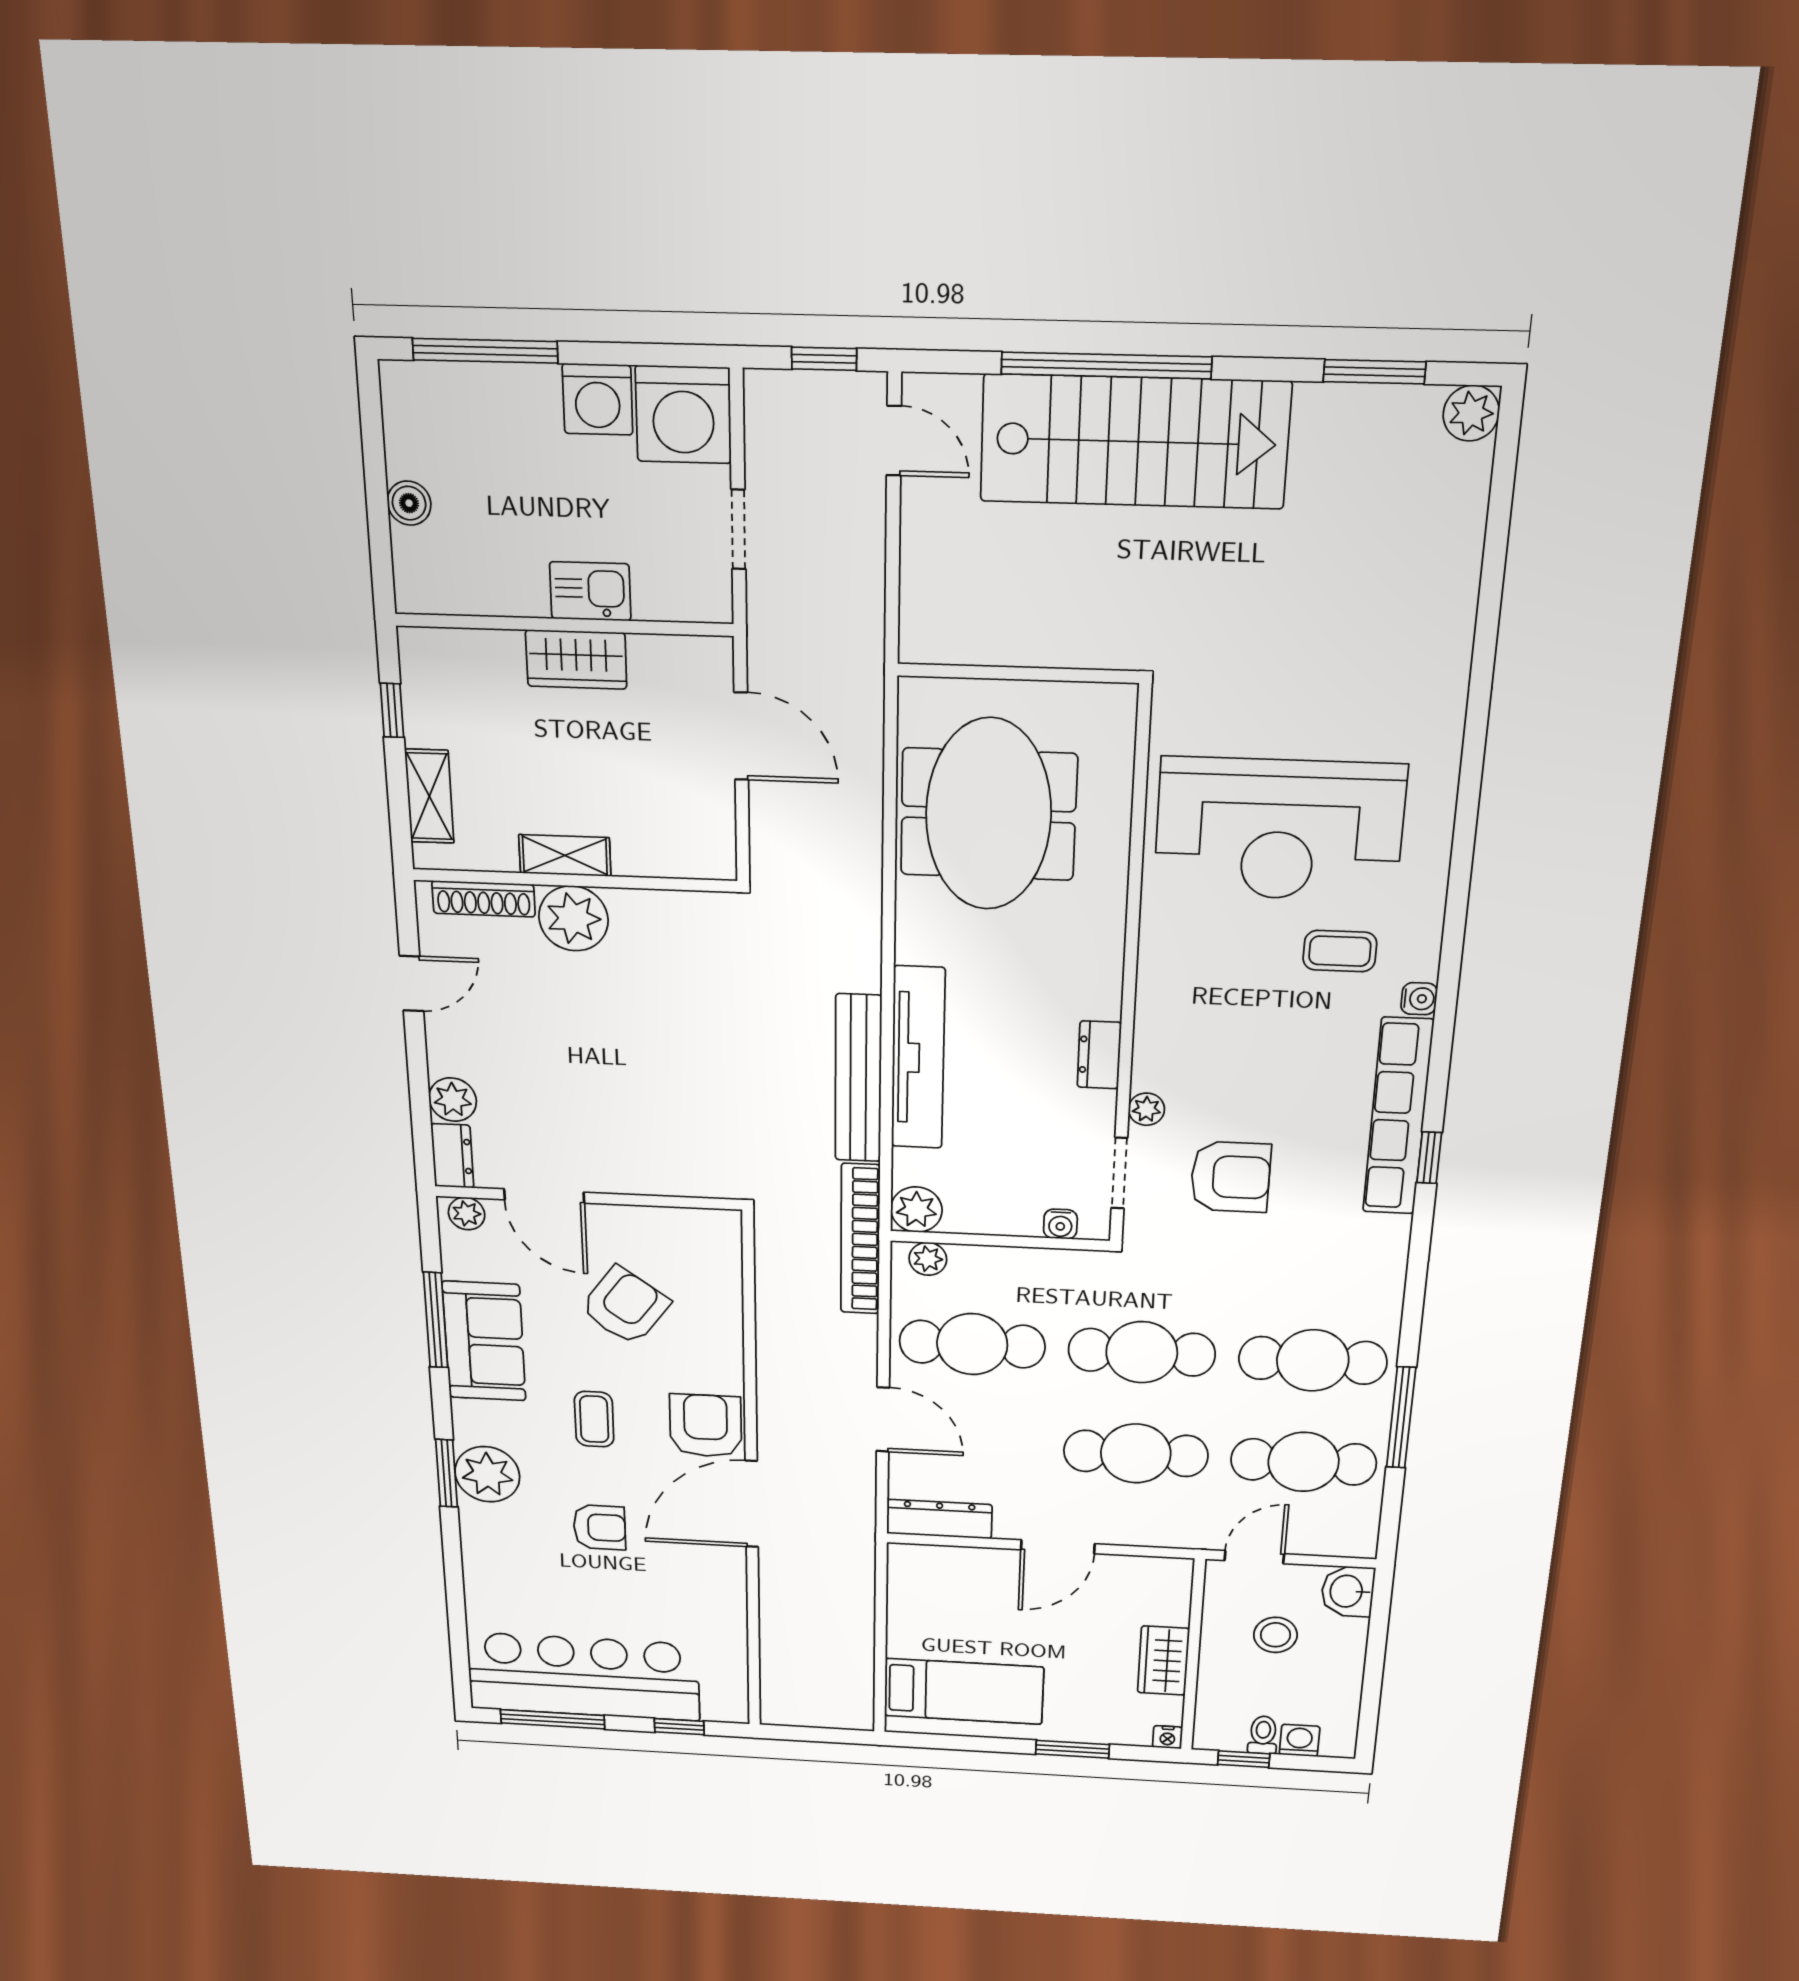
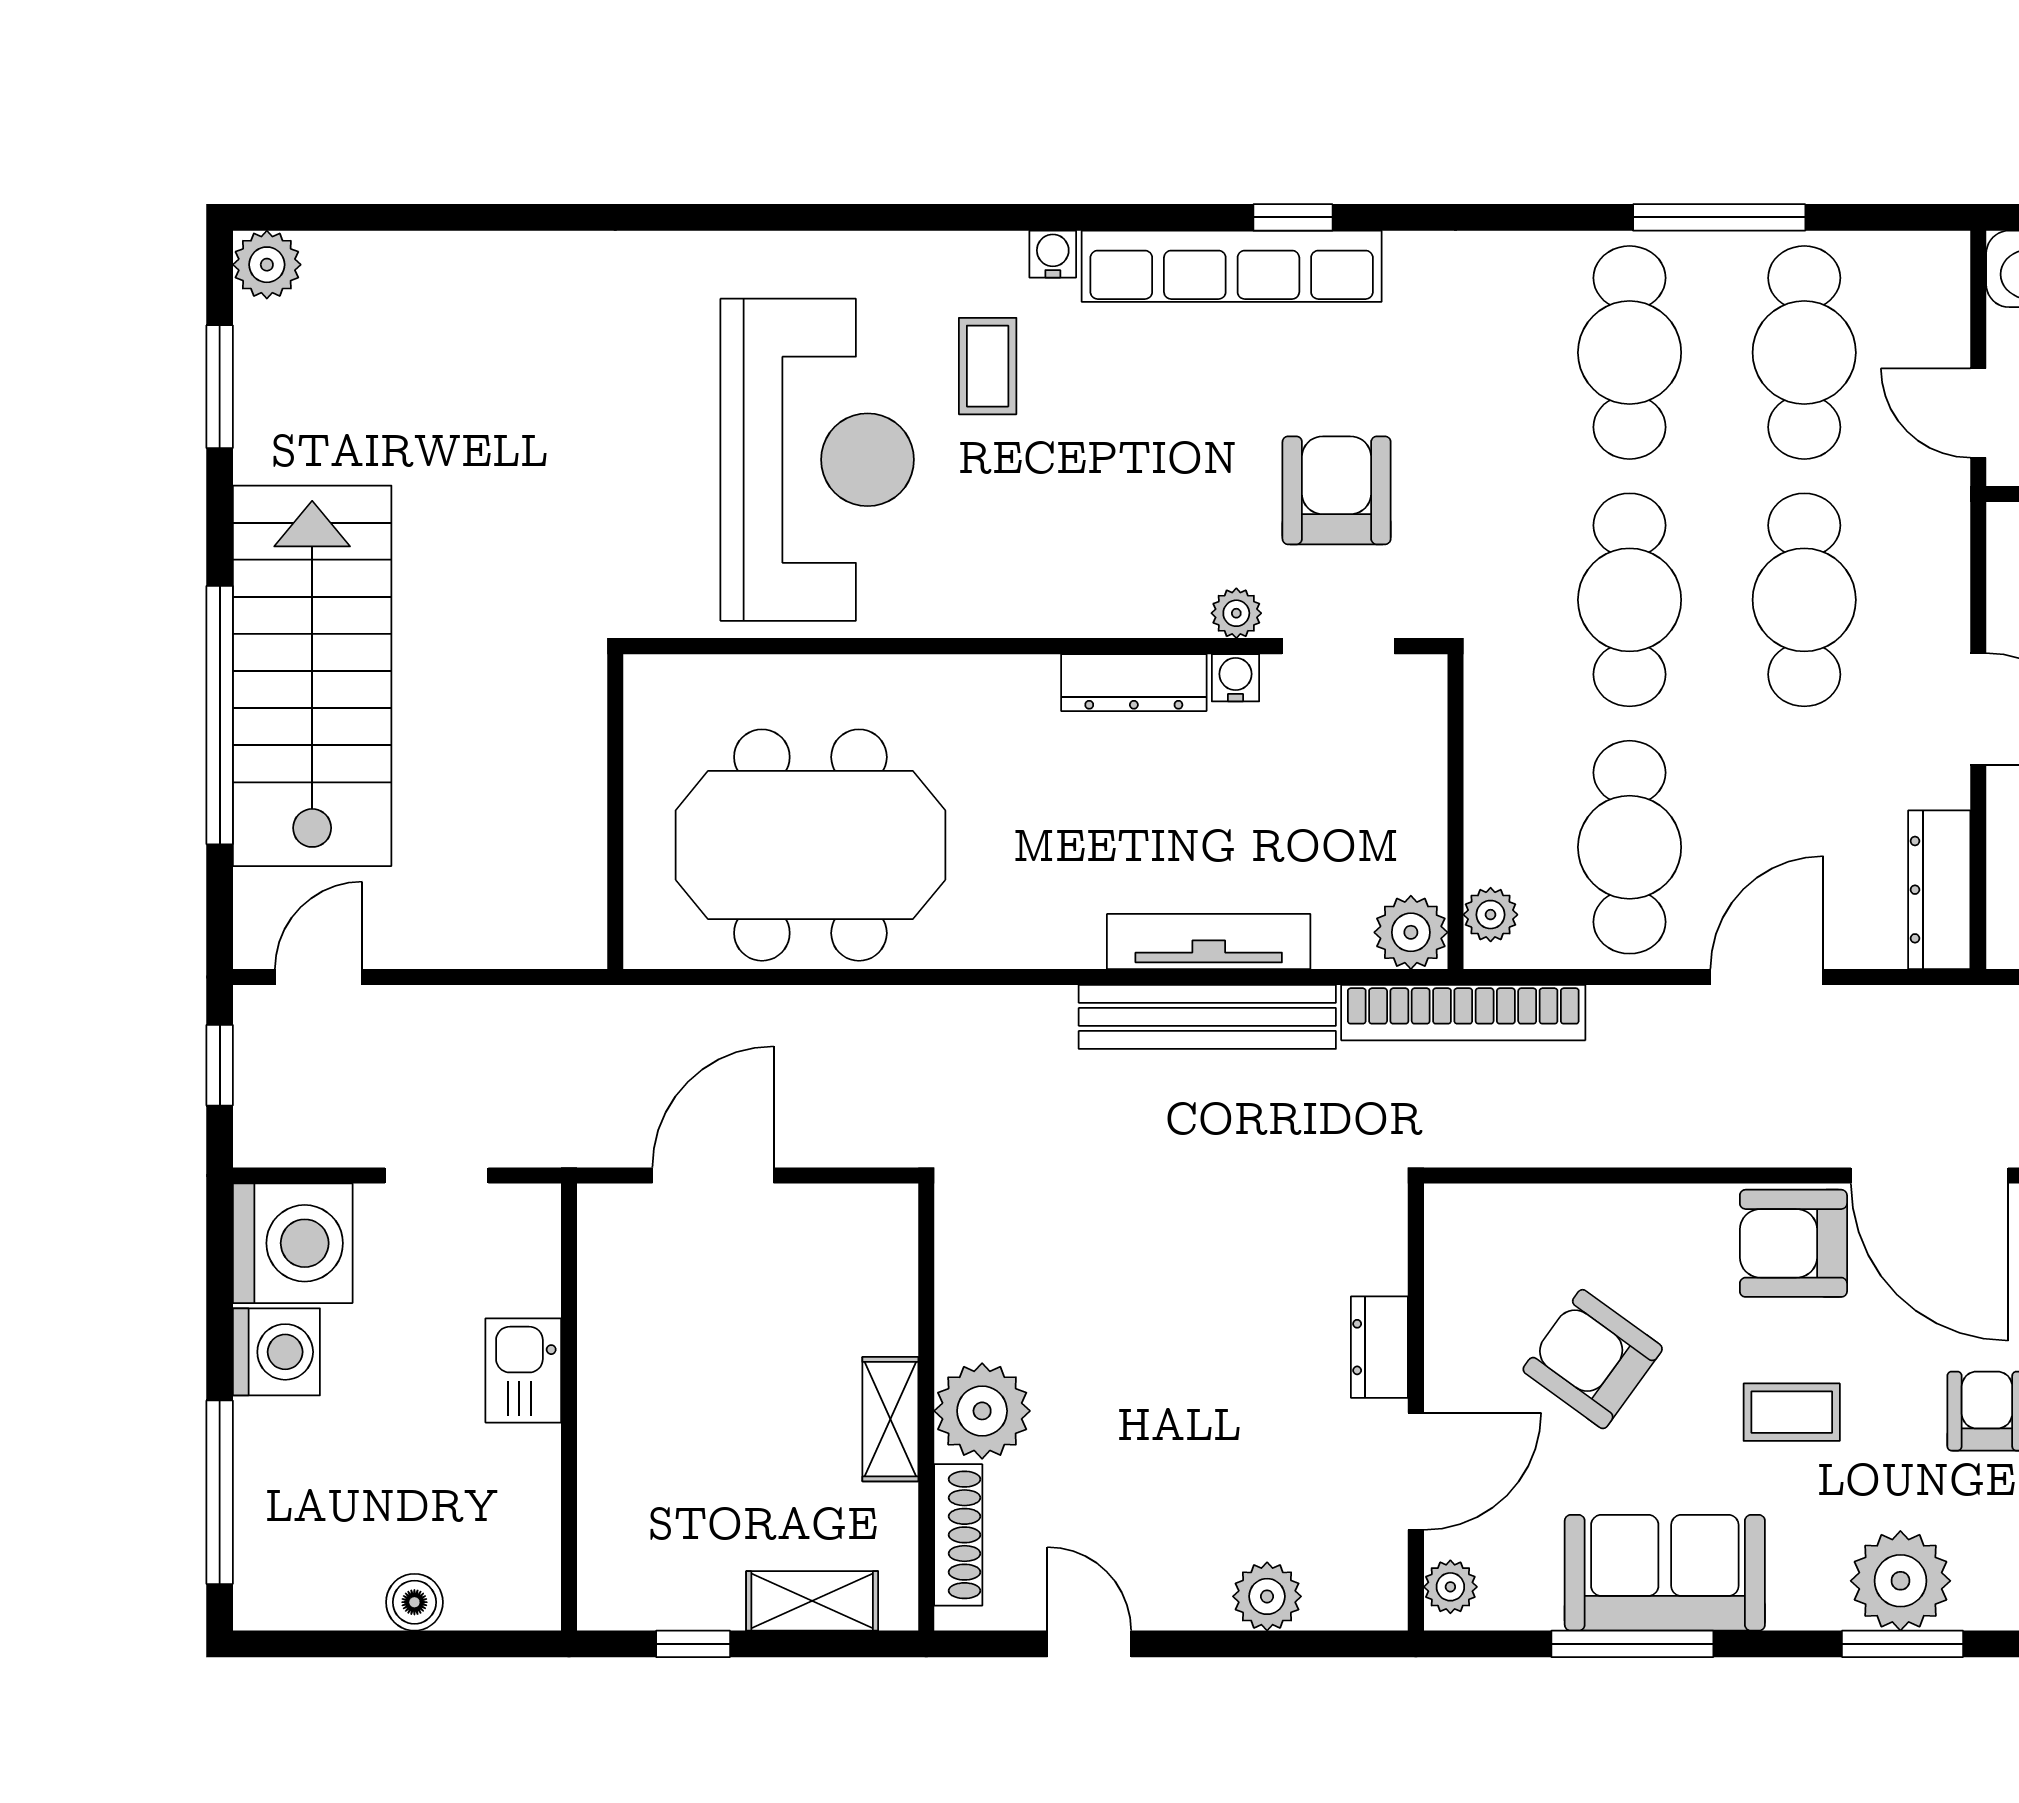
wardrobe: (576, 659) -> (615, 1393), removed
dresser: (1099, 1055) -> (1134, 683), width x1.44
tv unit: (918, 1058) -> (1209, 941), width x0.73, depth x0.78
dresser: (452, 1156) -> (1379, 1347), moved, turned -90
water cooler: (1060, 1224) -> (1236, 678), moved, turned -90

